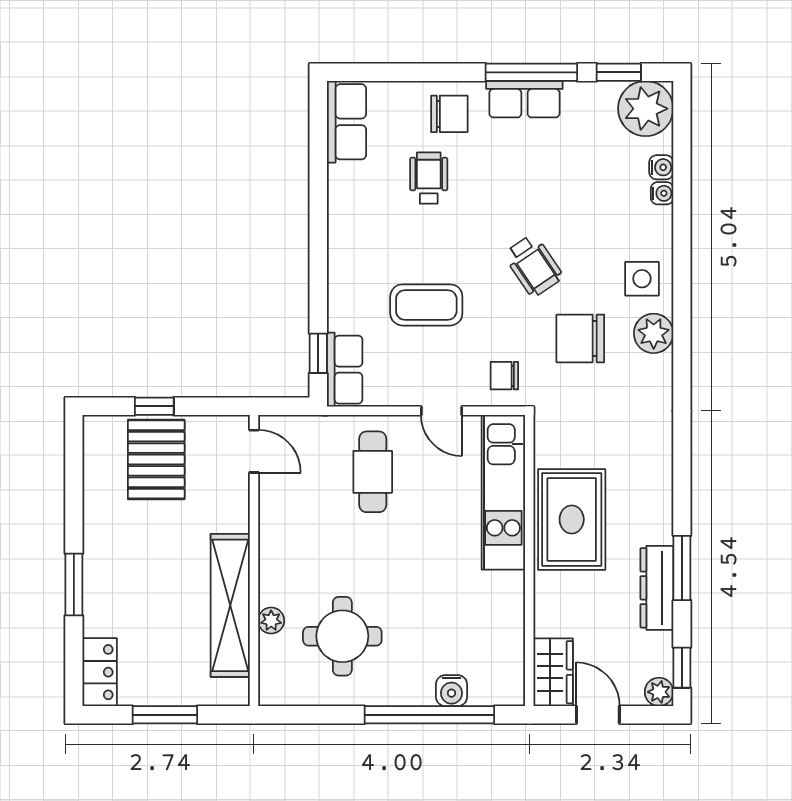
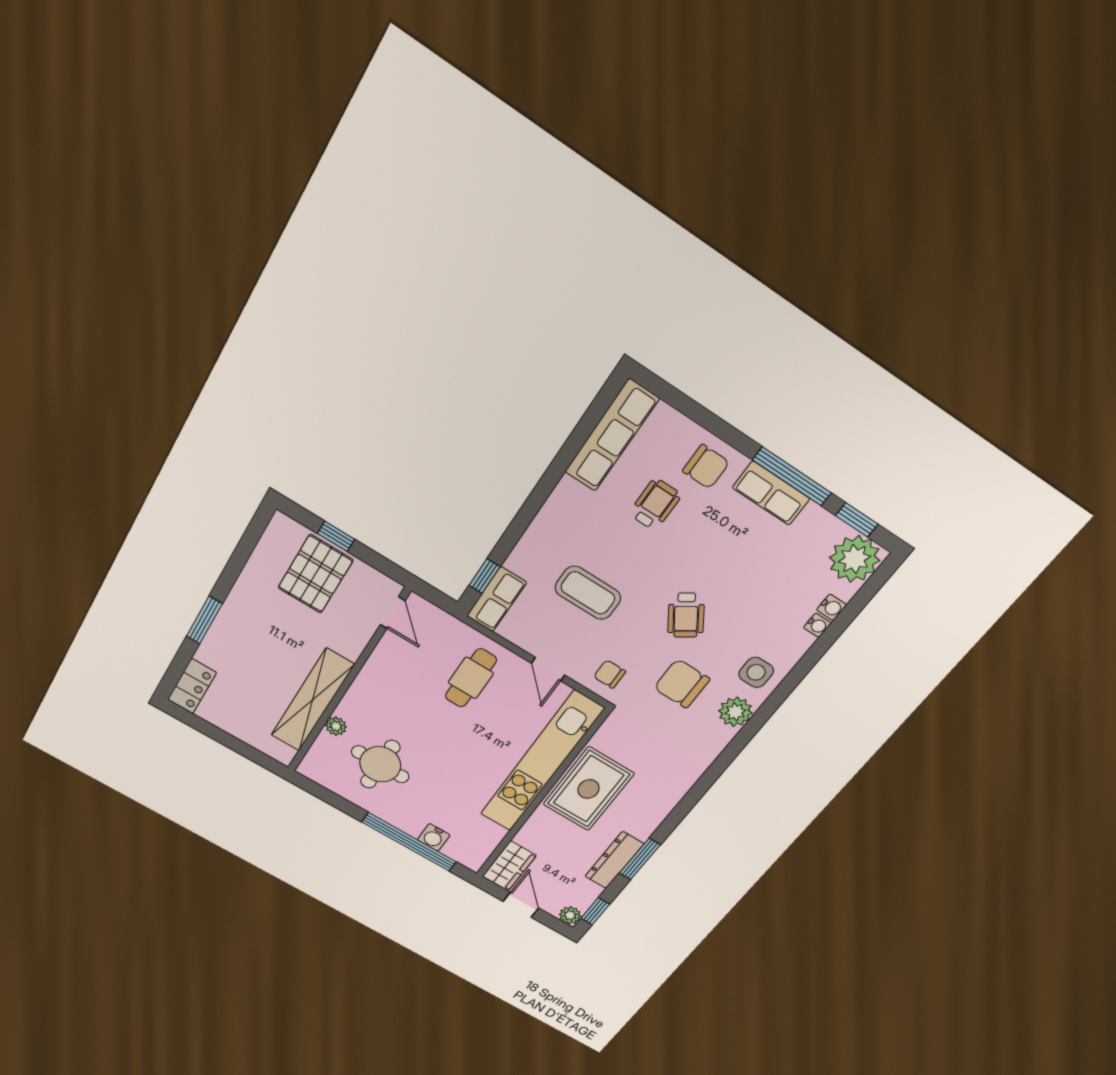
row of seats: (346, 122) -> (612, 436), width x1.48
kitchen unit: (503, 492) -> (541, 762), width x1.36
window: (165, 715) -> (225, 738), removed

